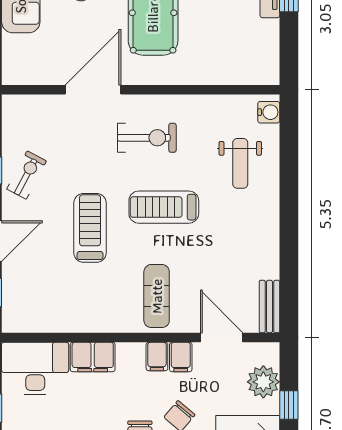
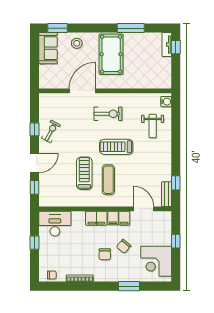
treadmill: (90, 228) -> (84, 173), moved
window: (289, 283) -> (176, 183), added
exercise mat: (157, 296) -> (108, 180), moved
filing cabinet: (93, 357) -> (96, 218), moved
plant: (263, 382) -> (164, 230), removed

